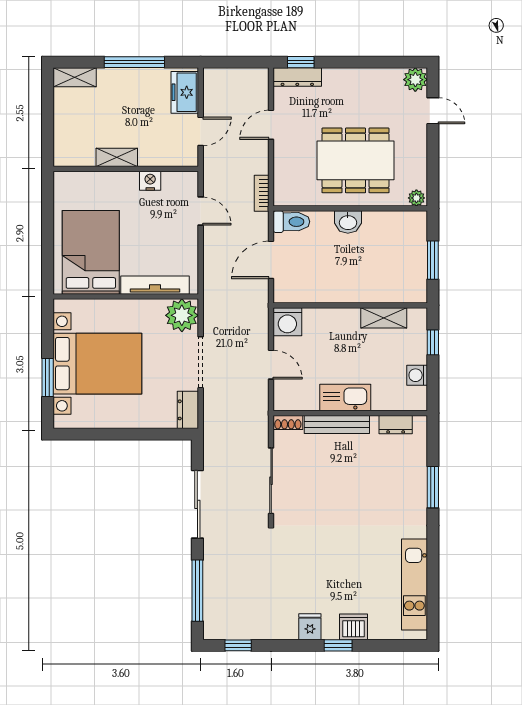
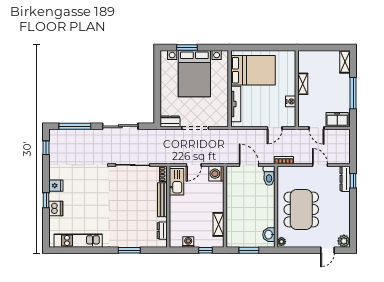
washbasin: (348, 222) -> (269, 235), moved
plant: (182, 315) -> (220, 118), removed
kitchen sink: (345, 398) -> (176, 182), moved

